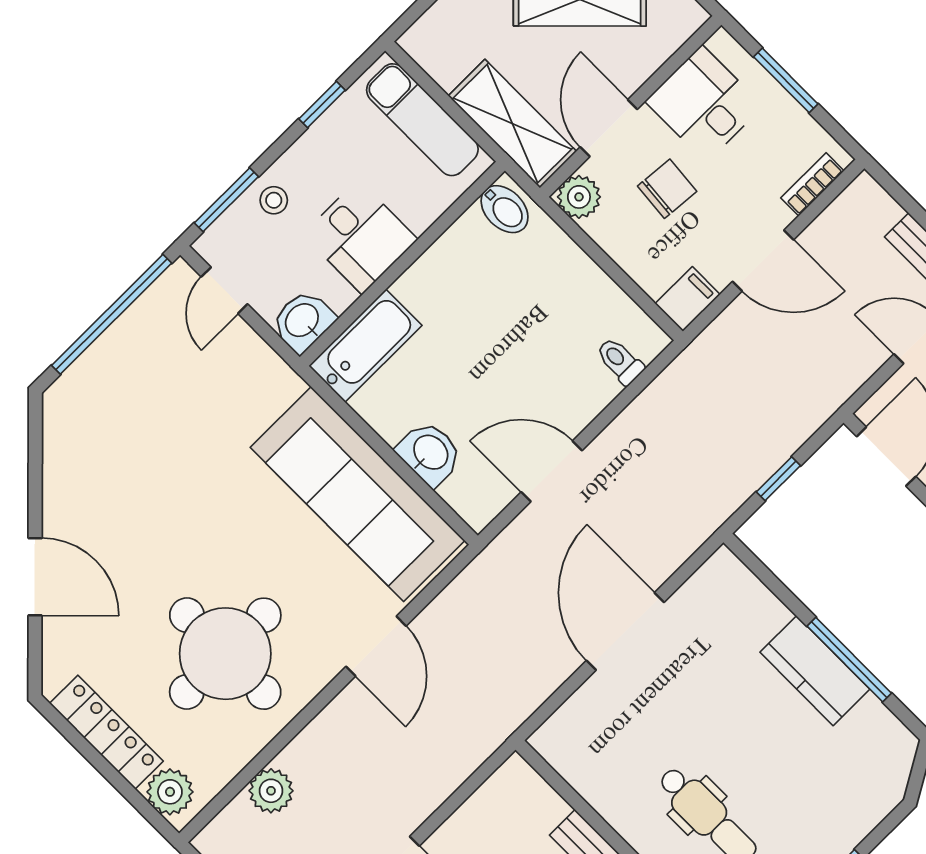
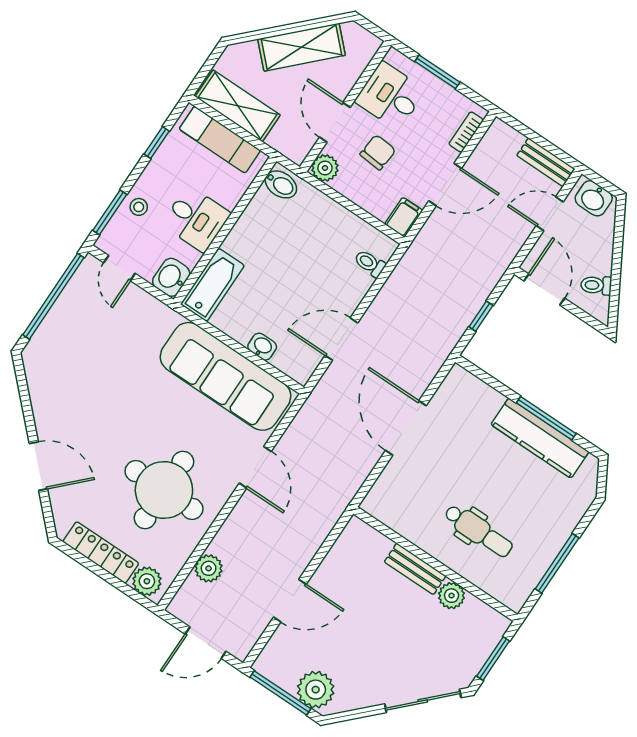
shelving: (512, 124) -> (238, 106), moved
washbasin: (430, 453) -> (262, 347), width x0.72, depth x0.69
kitchen counter: (815, 671) -> (540, 438), width x1.50

